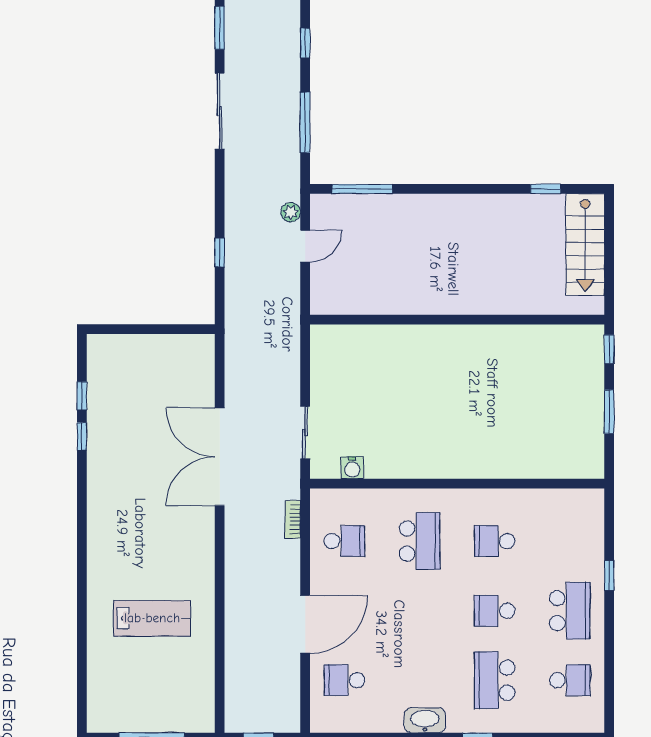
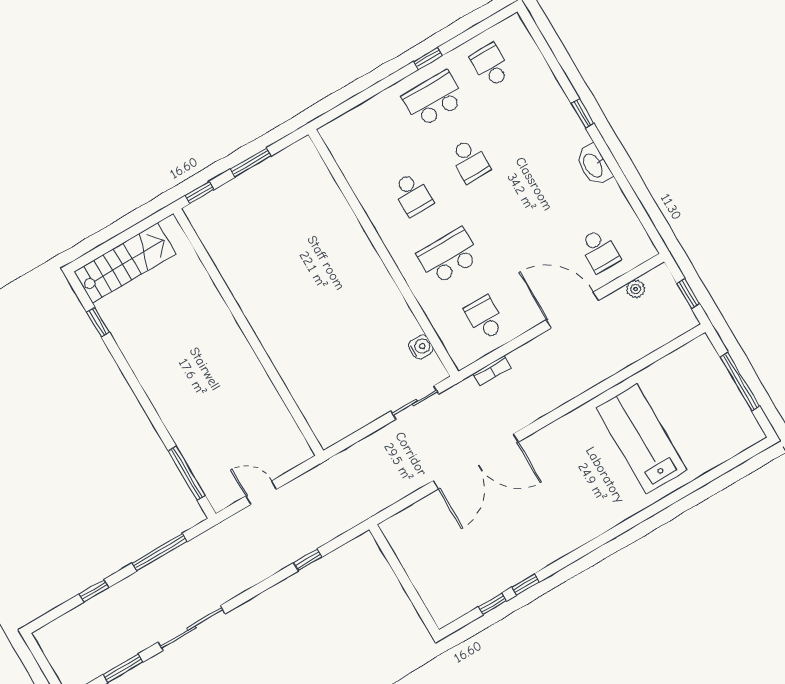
plant: (291, 212) -> (636, 289), moved
window: (609, 575) -> (428, 59), moved
lab bench: (152, 618) -> (642, 439), width x1.36, depth x1.39
school desk: (495, 680) -> (527, 127), removed

